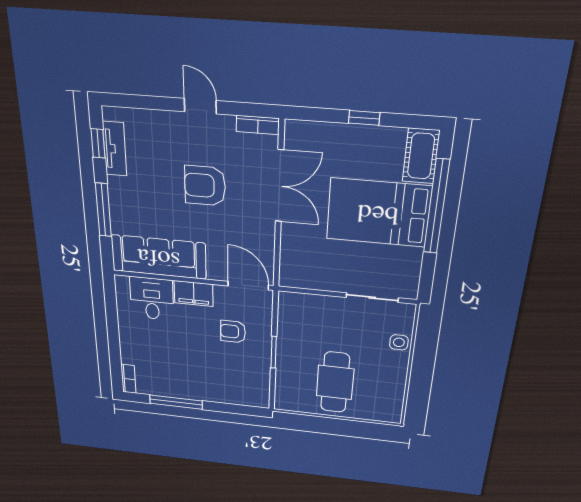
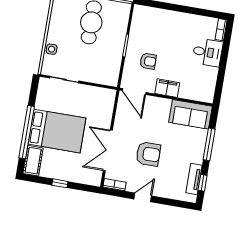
door: (200, 106) -> (143, 197), swing flipped
sofa: (159, 257) -> (190, 114), width x0.73
desk: (152, 299) -> (207, 52), moved, turned -90
window: (176, 402) -> (194, 11), removed

